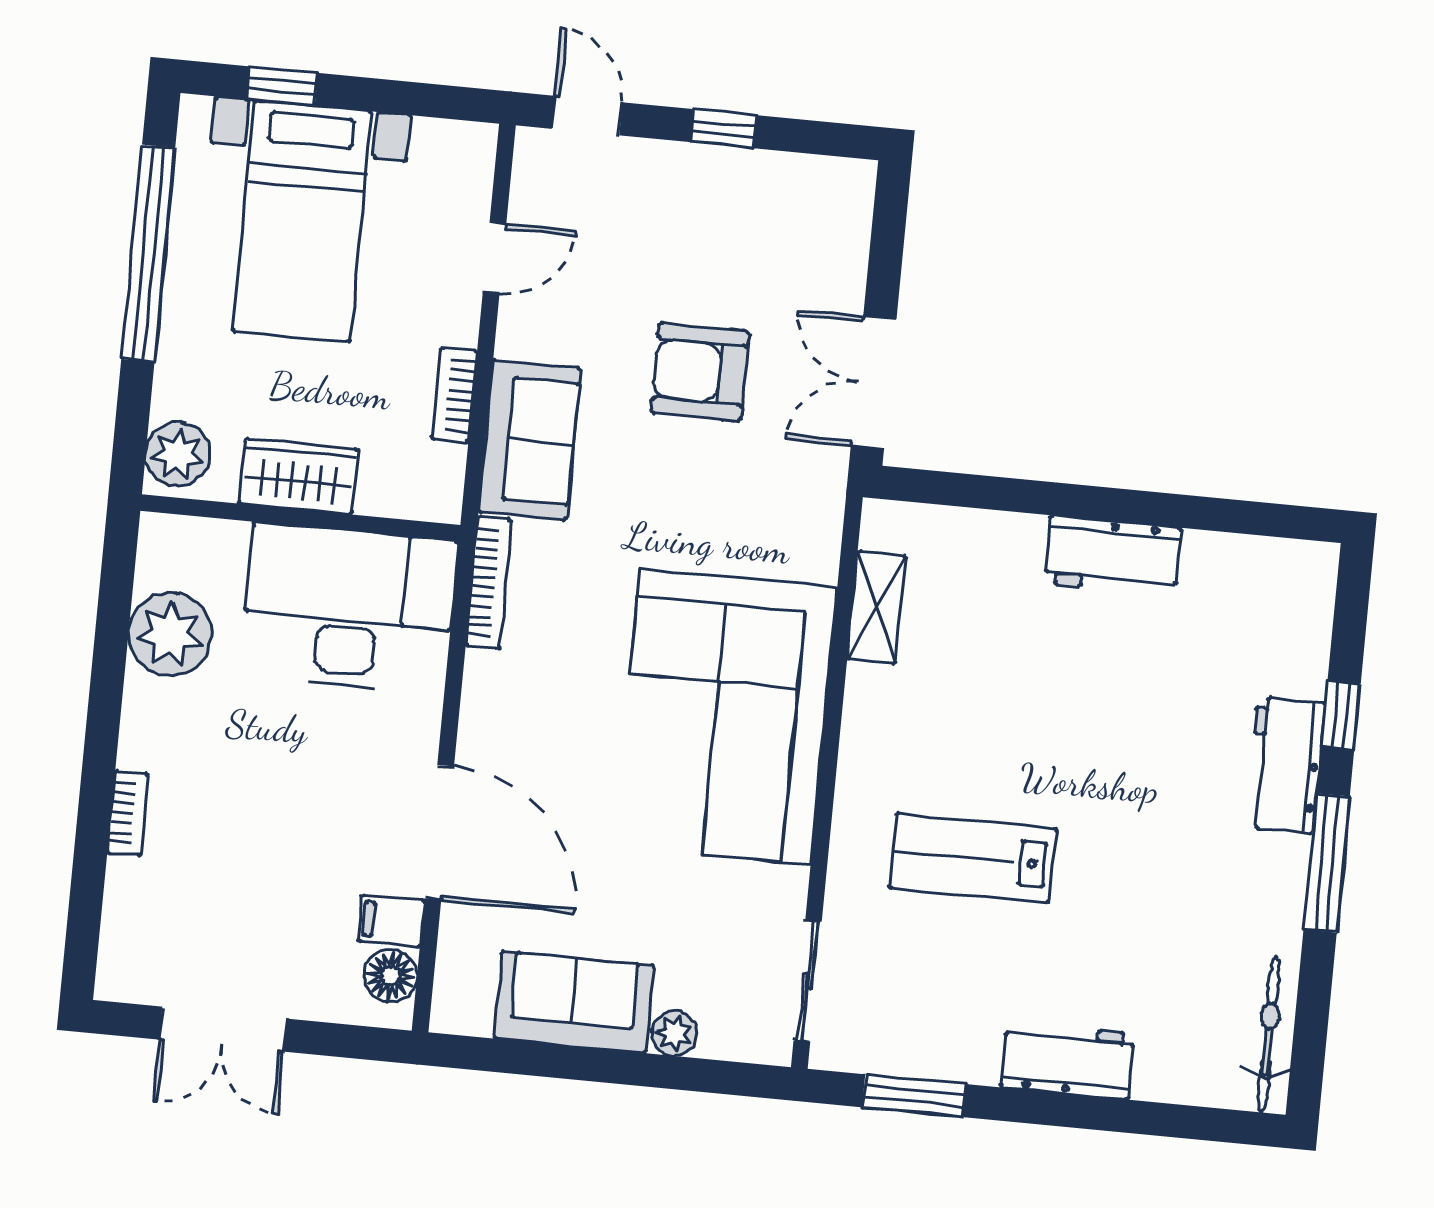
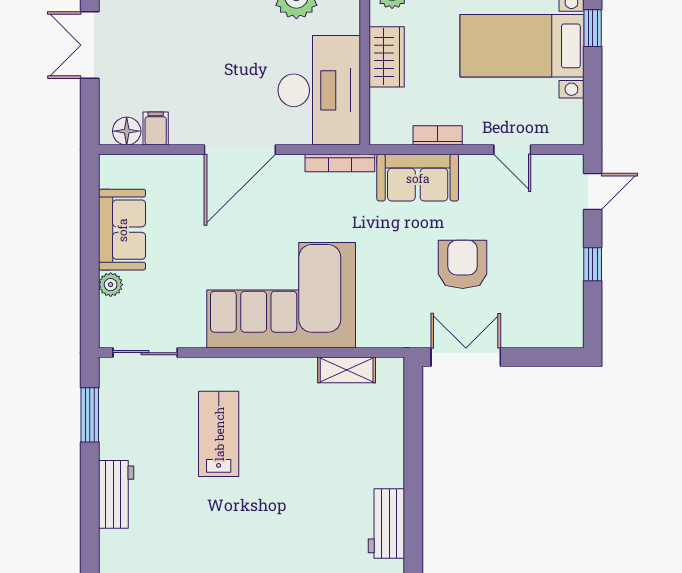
workbench: (1113, 555) -> (386, 523), moved
door: (439, 832) -> (240, 150), moved

